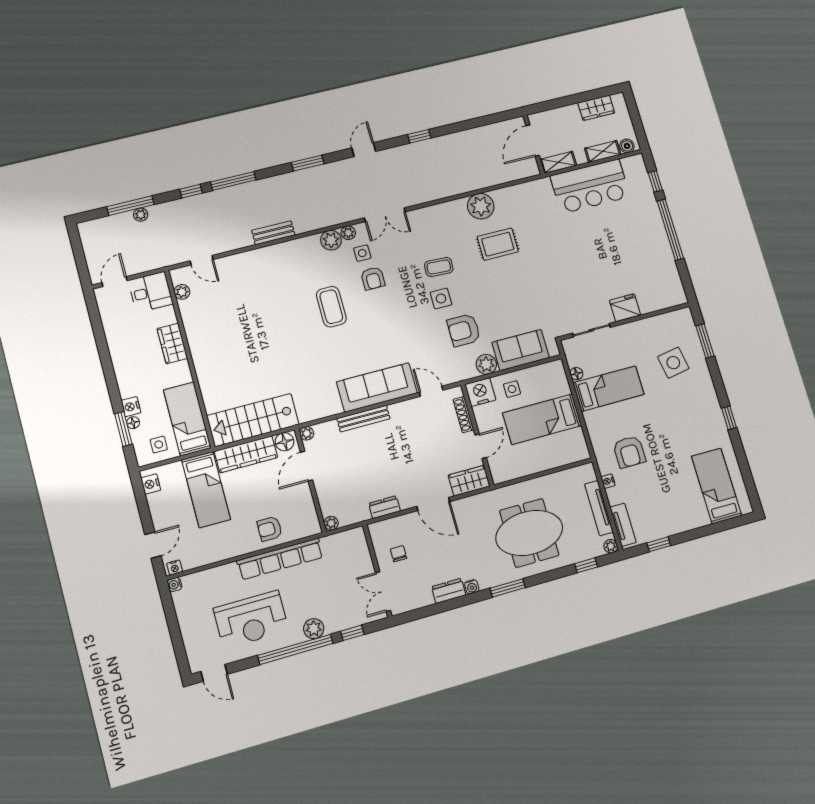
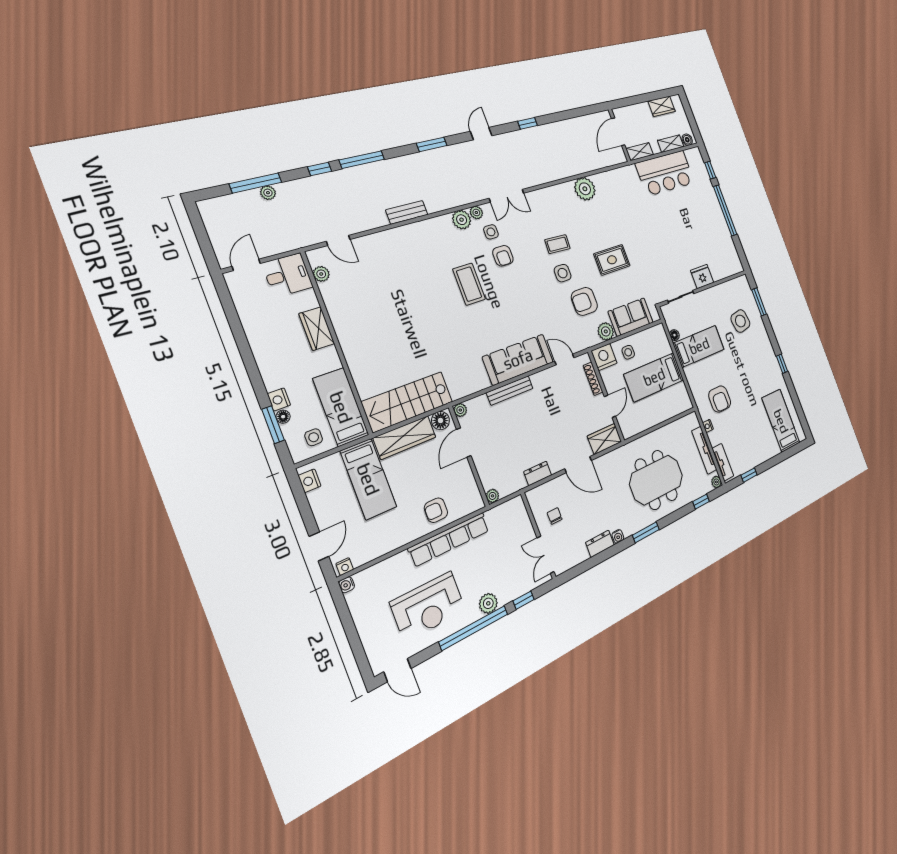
rug: (498, 244) -> (612, 260), moved

